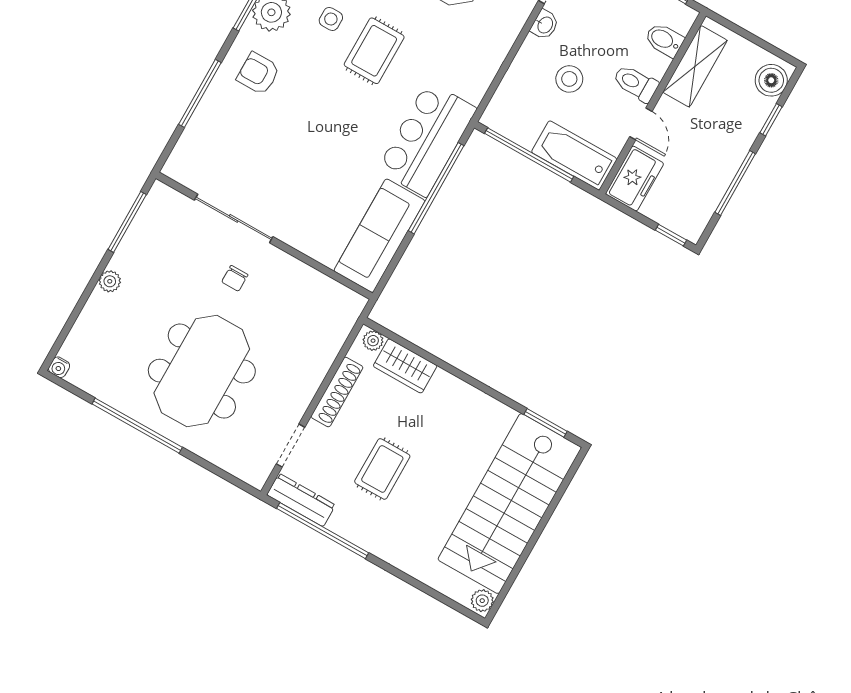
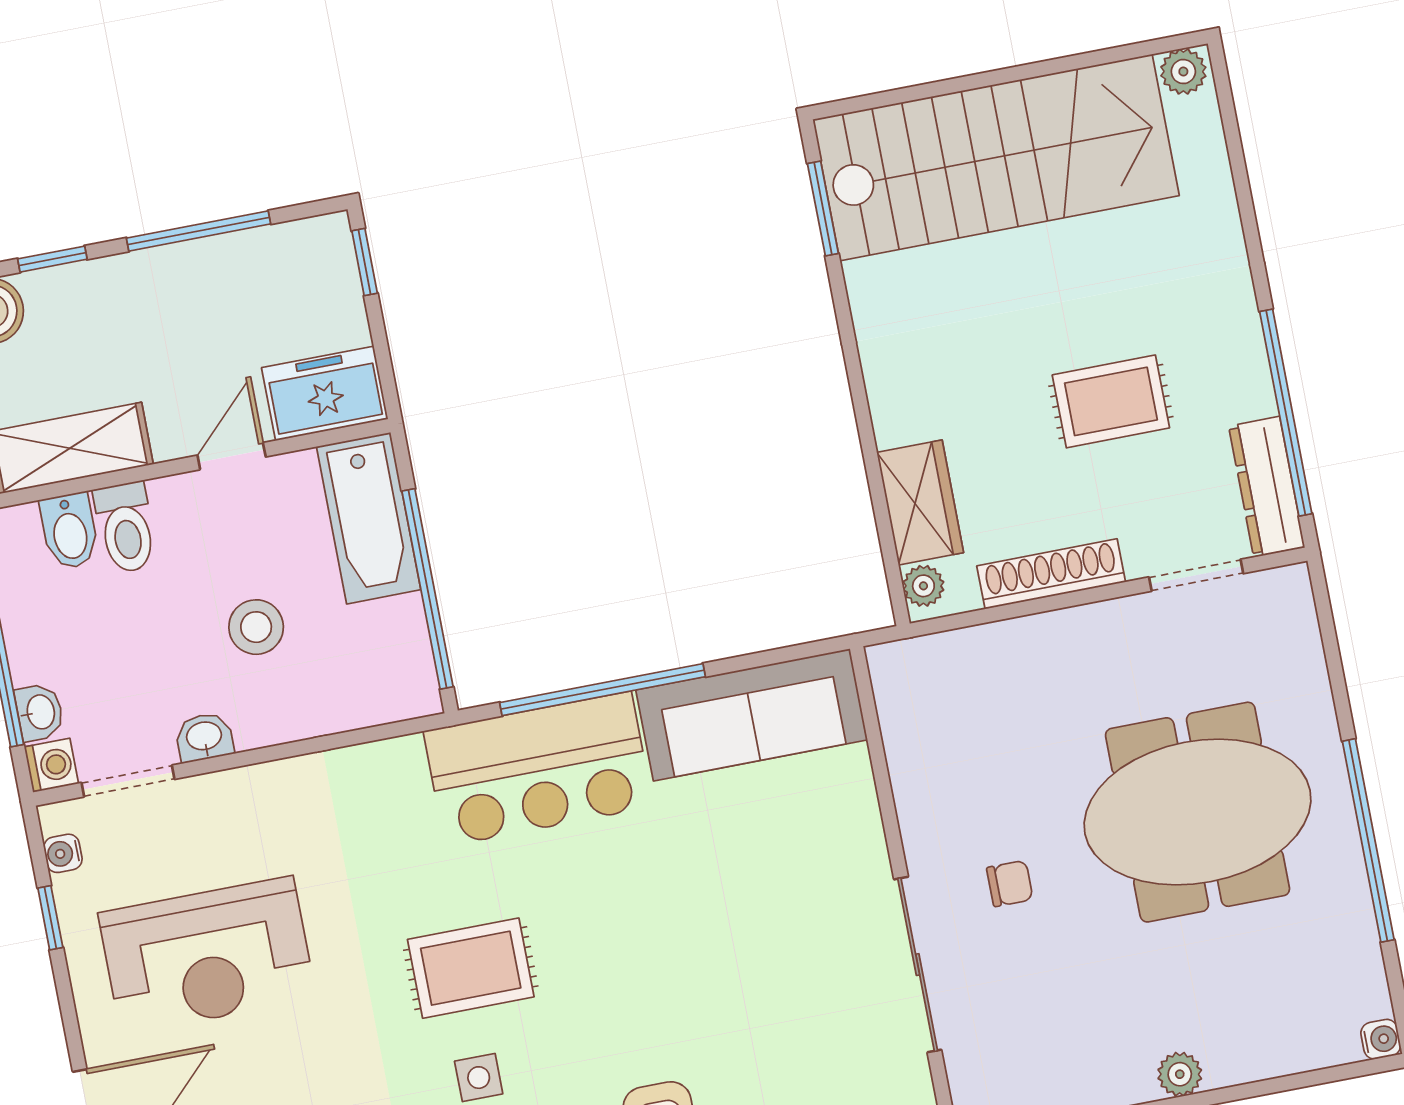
toilet: (636, 83) -> (126, 527), moved

